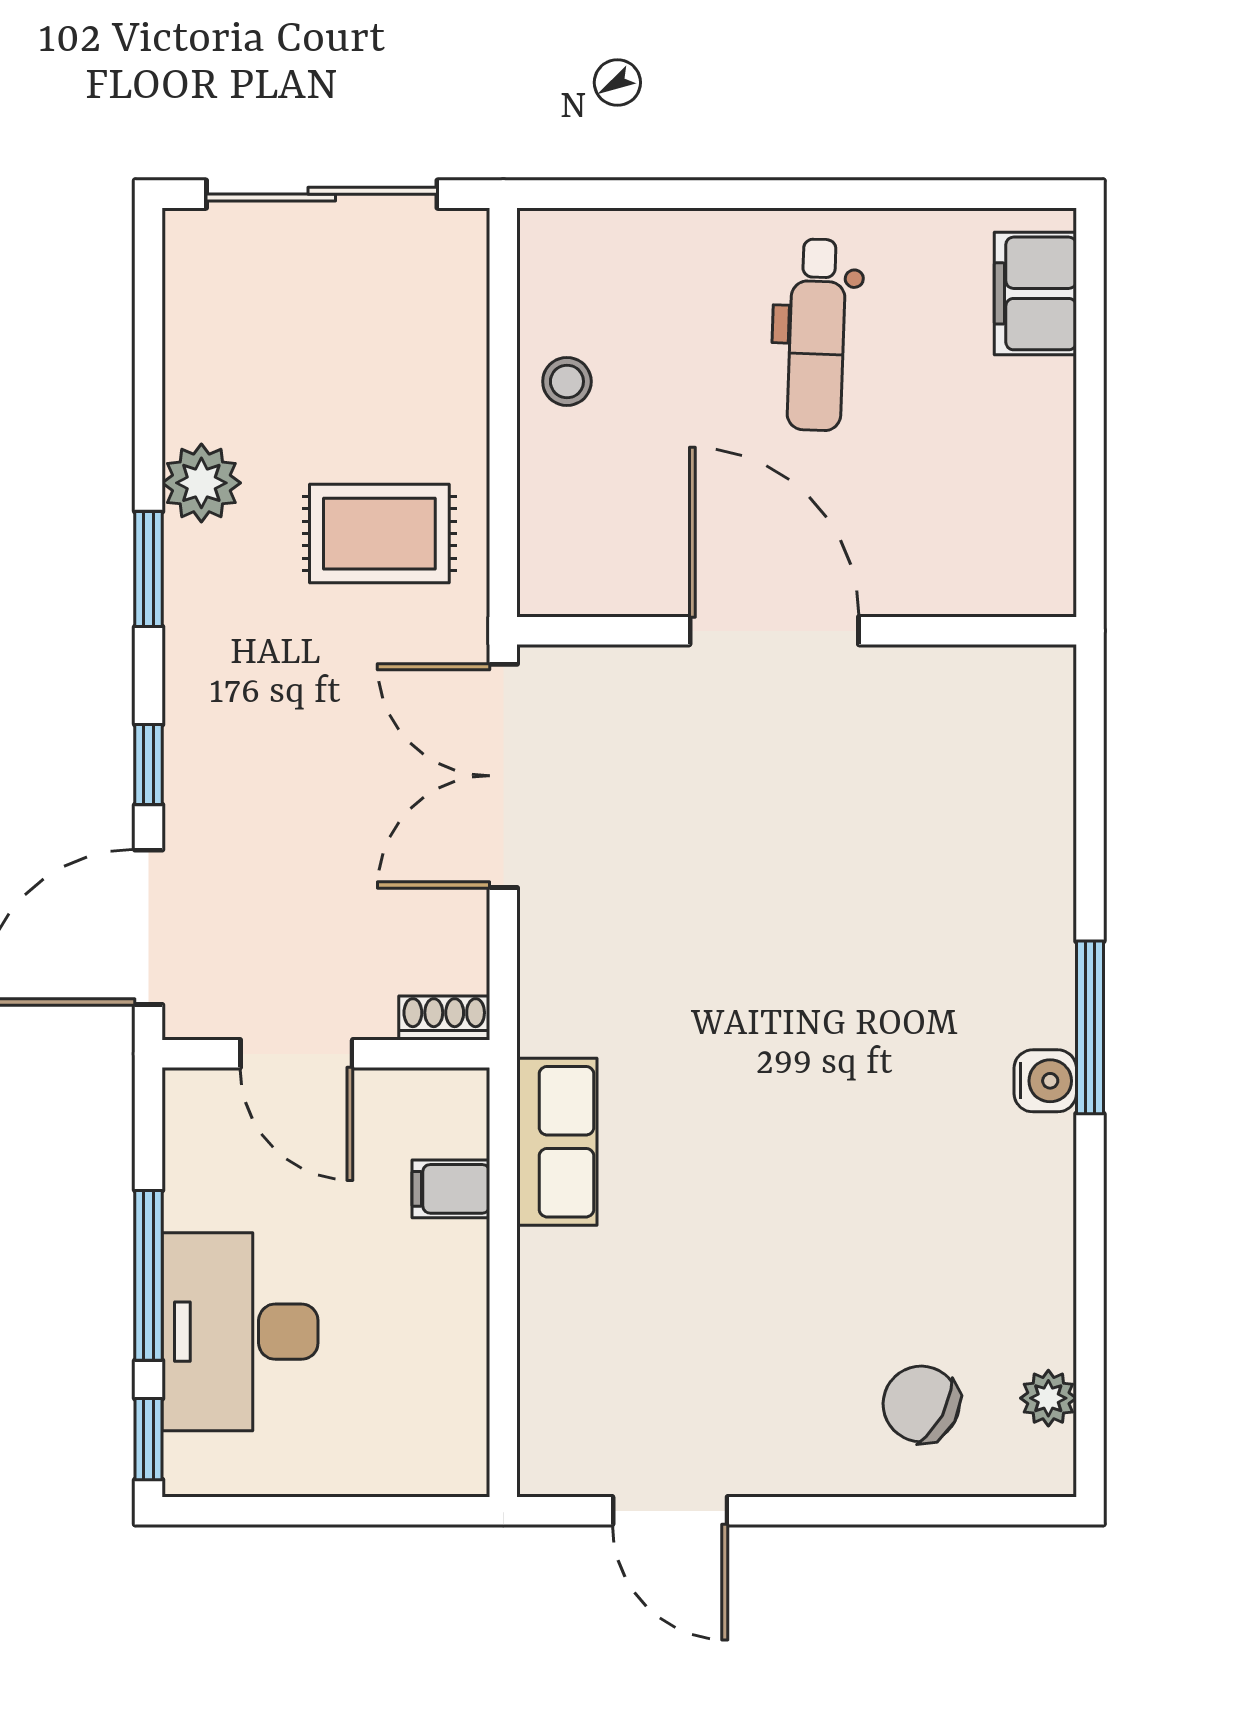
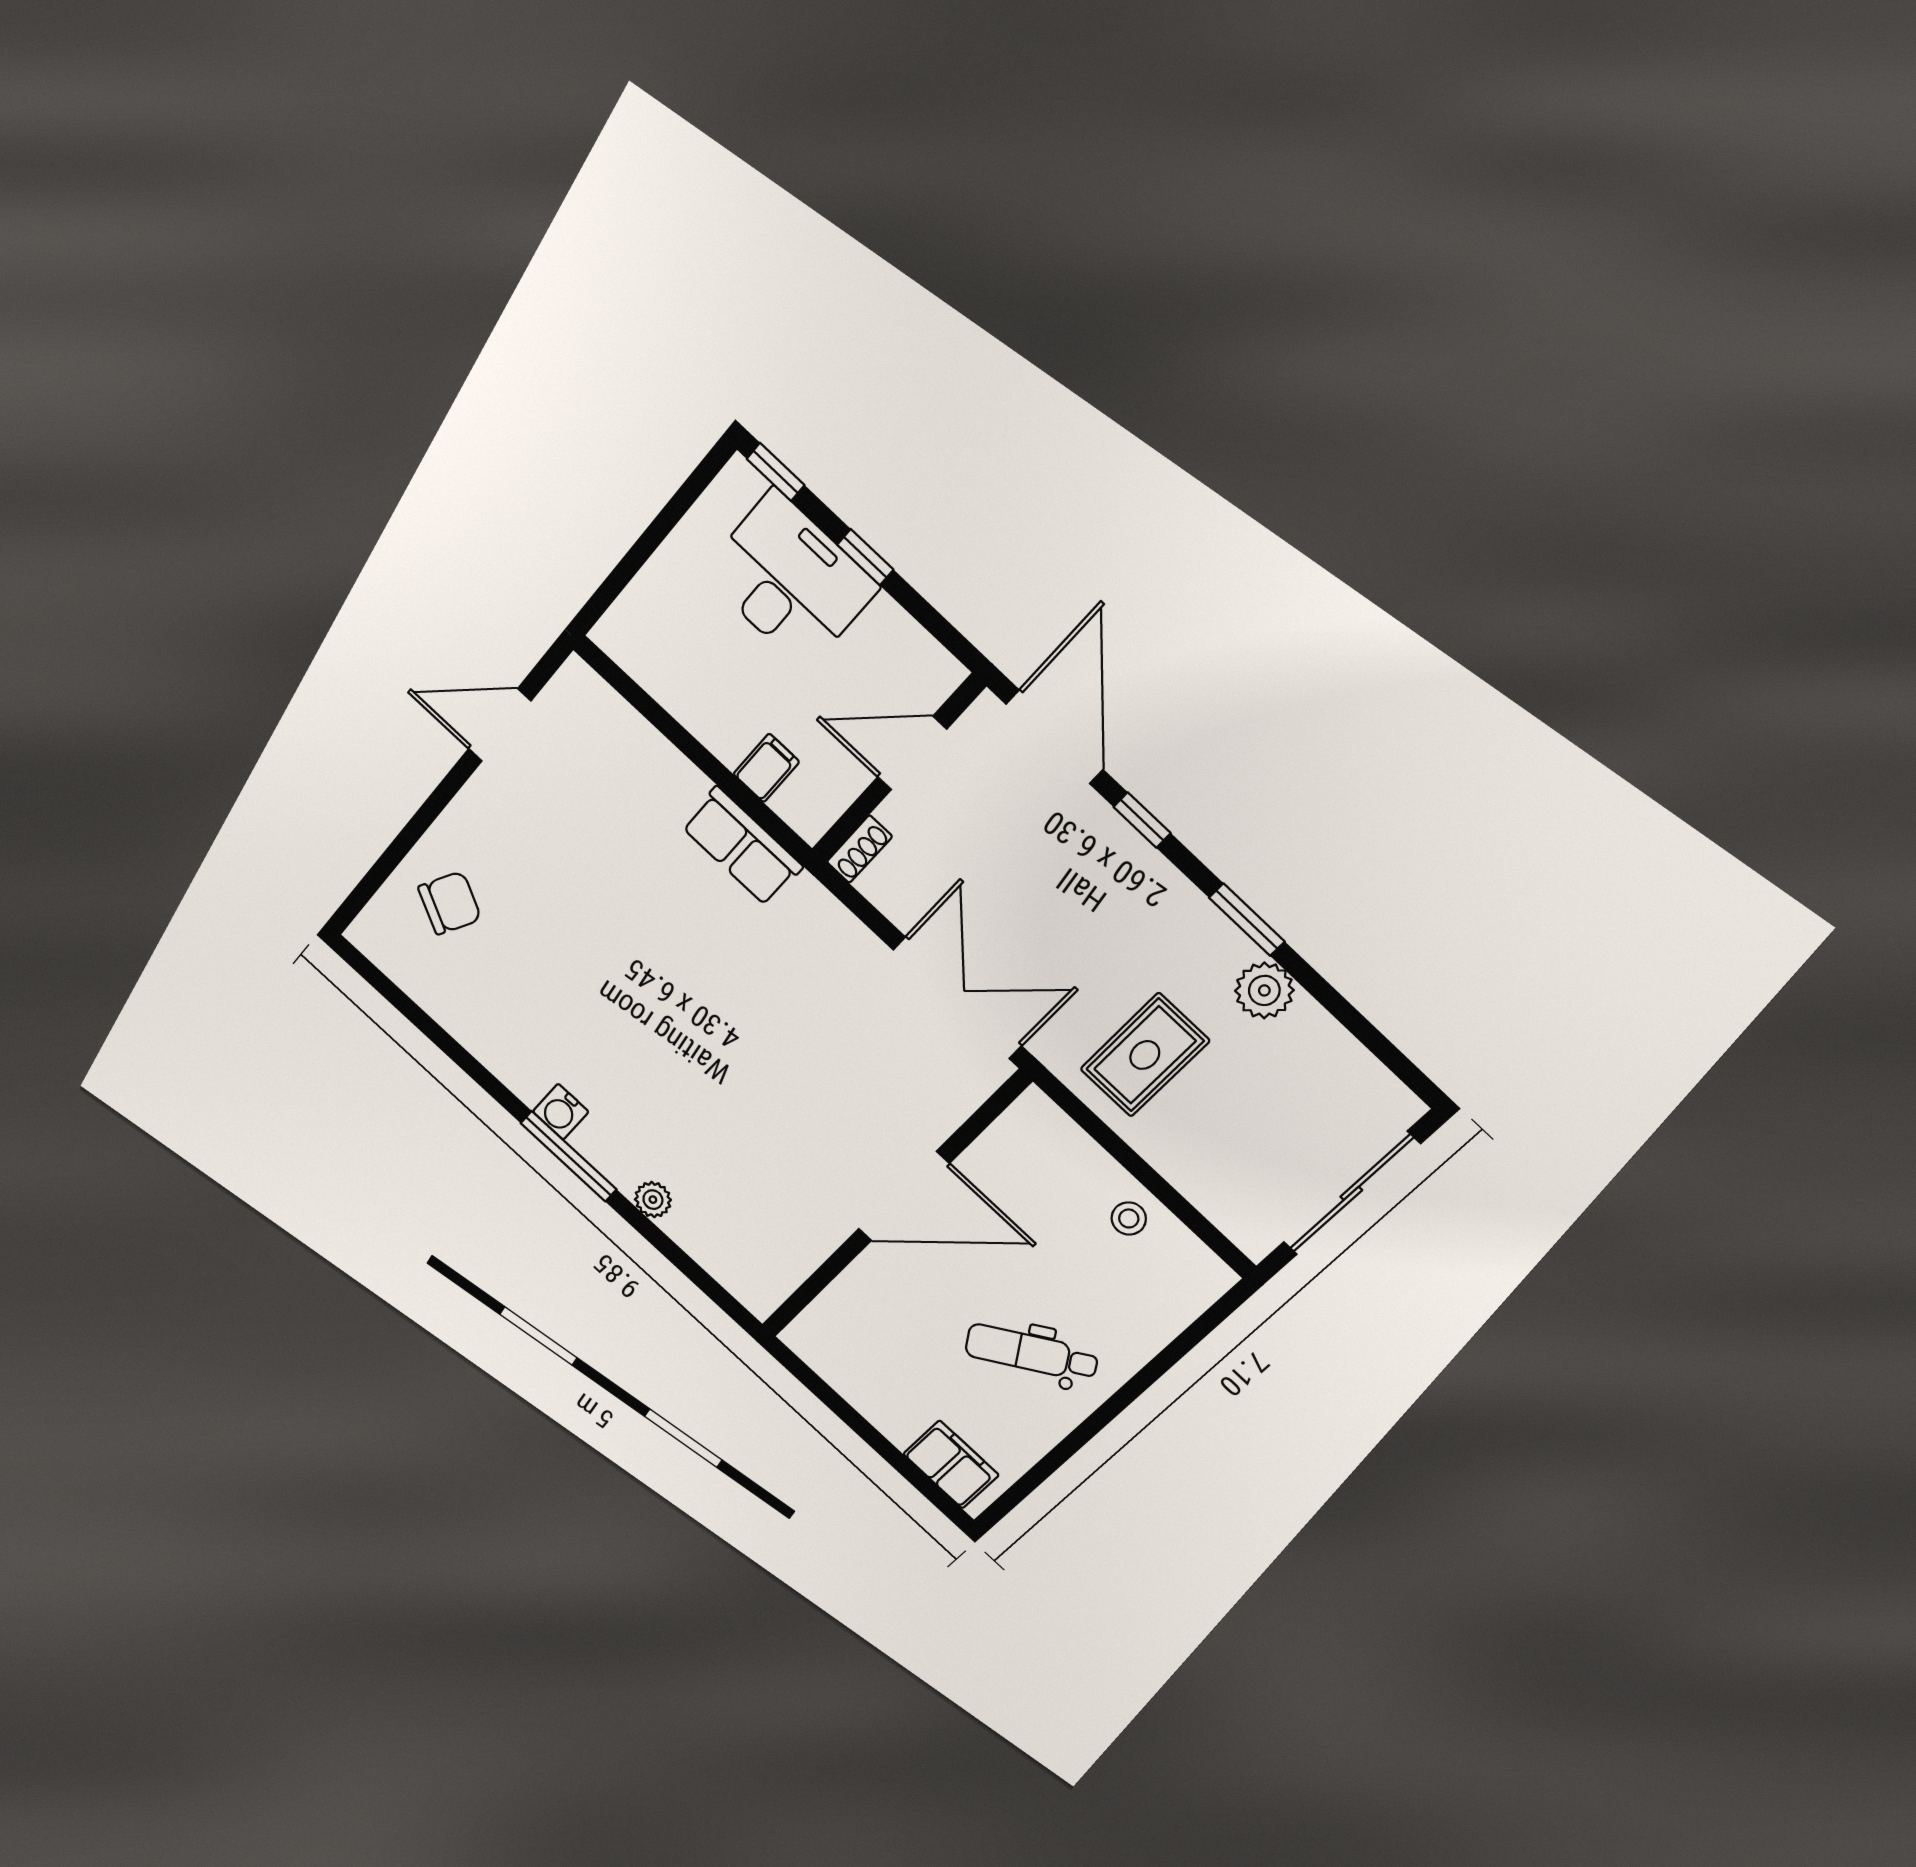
dental chair: (817, 335) -> (1031, 1353), turned -35
window: (149, 1275) -> (865, 557), width x0.46
plant: (1048, 1398) -> (653, 1200), moved

